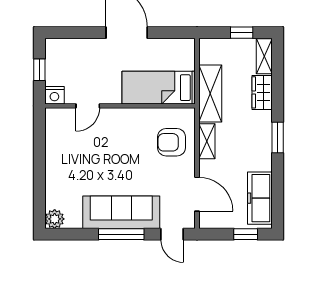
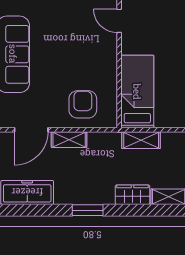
shelving: (210, 93) -> (141, 140), width x0.67, depth x0.75
shelving: (207, 141) -> (69, 140), moved

